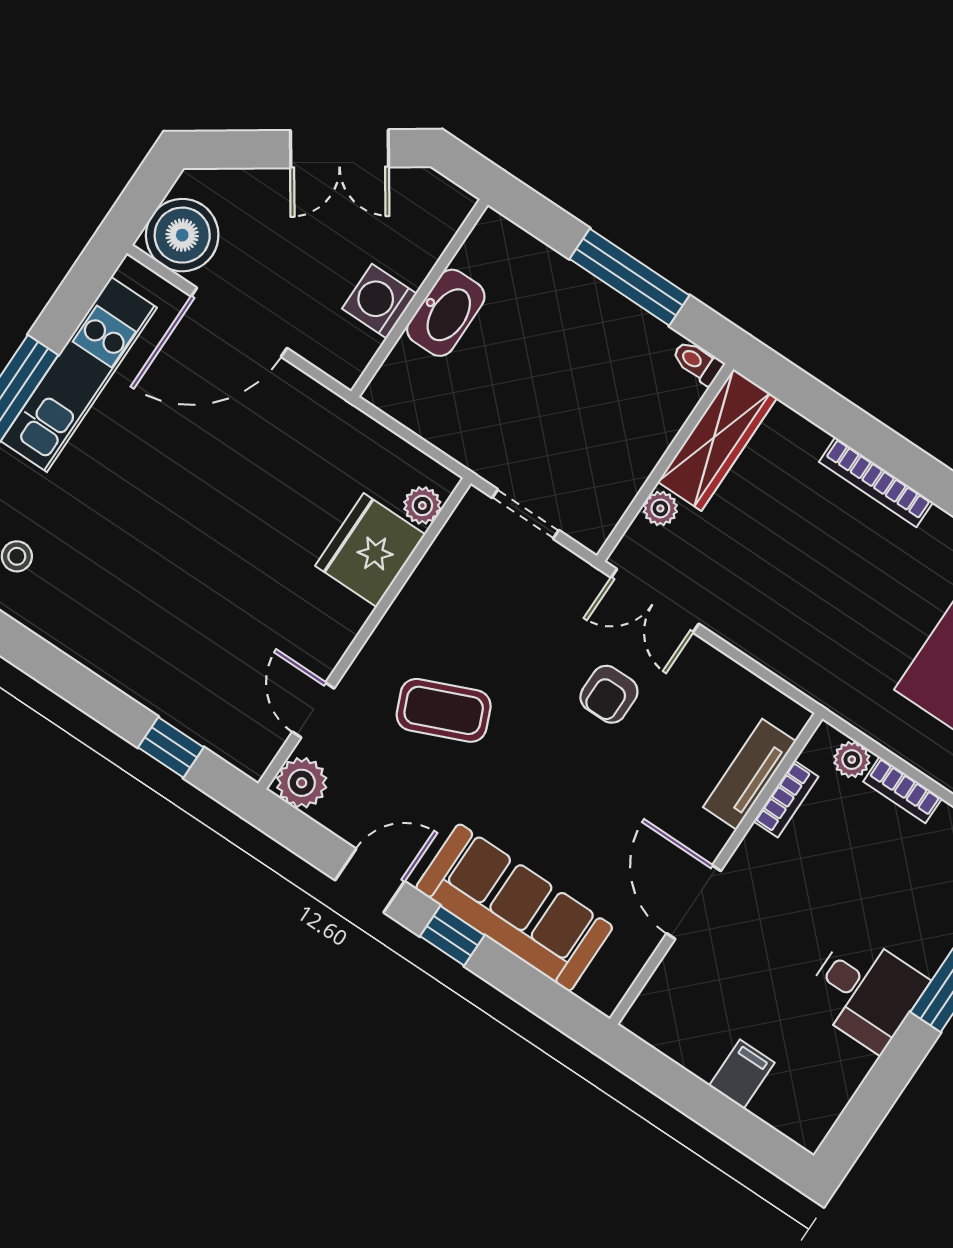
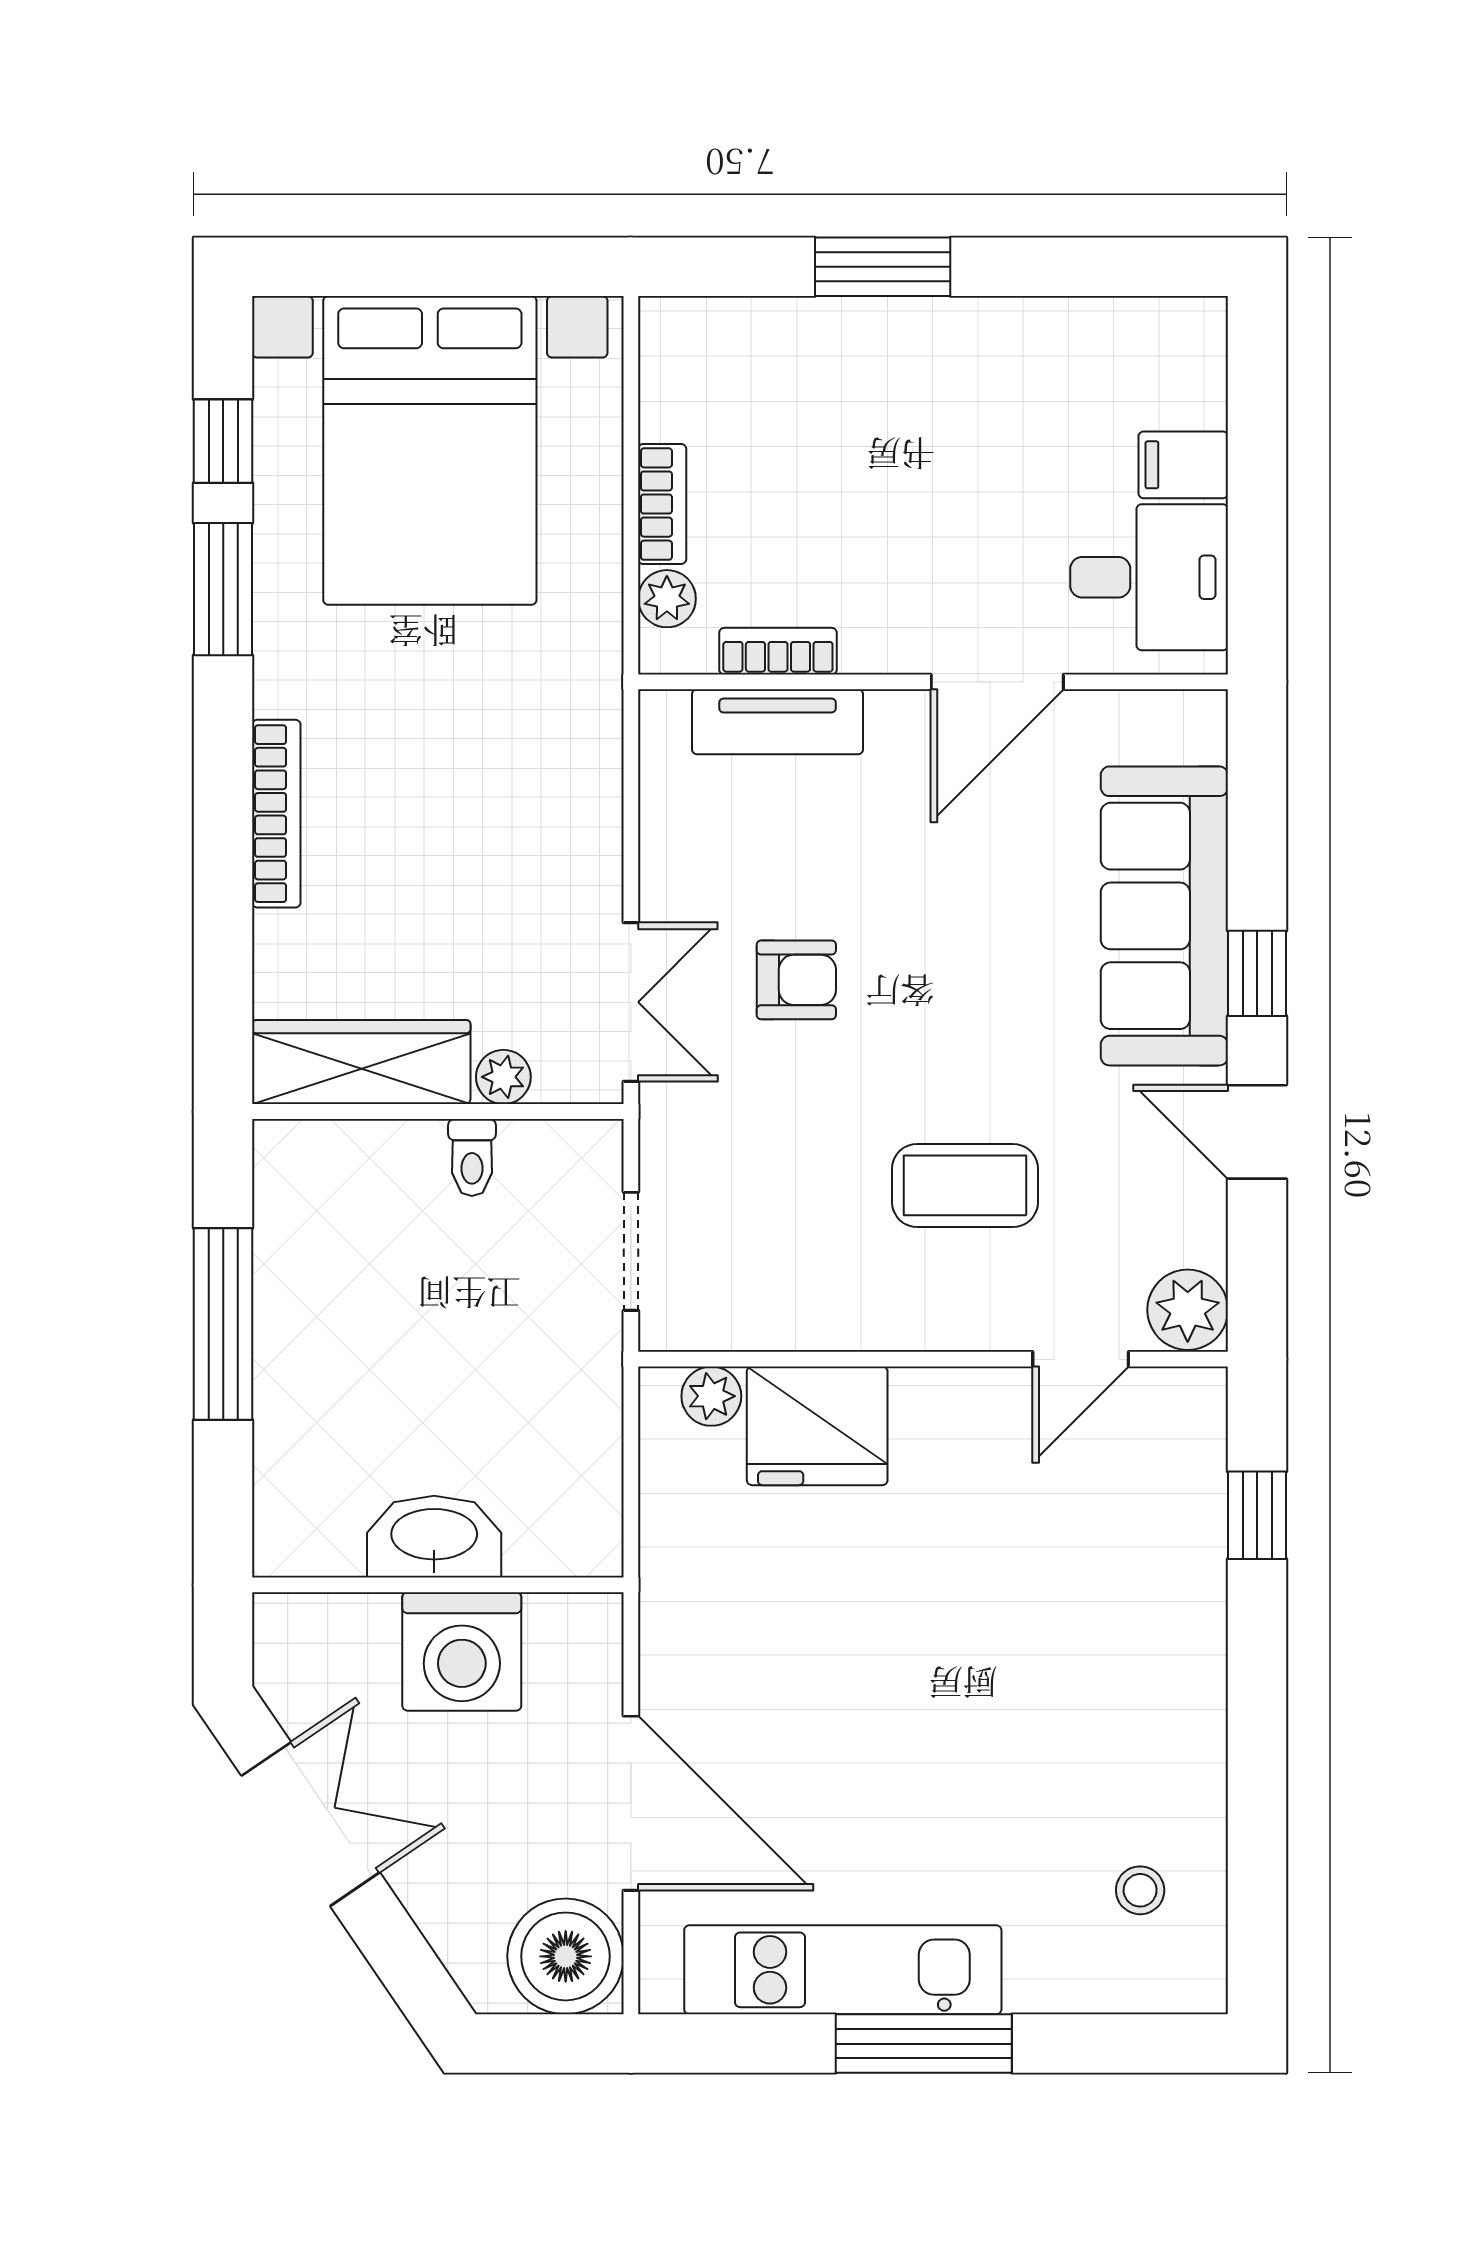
washing machine: (379, 301) -> (462, 1651), width x1.37, depth x1.37
toilet: (698, 362) -> (472, 1158), moved
coffee table: (444, 710) -> (965, 1185), turned -67
desk: (865, 991) -> (1149, 577), moved, turned 90

